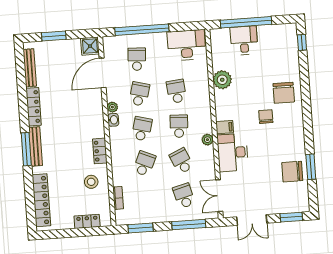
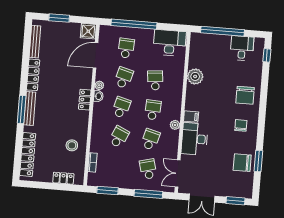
desk: (244, 40) -> (242, 48), moved
chair: (266, 117) -> (241, 125), moved
locker: (100, 151) -> (85, 100), moved
school desk: (181, 161) -> (150, 139), turned 39

